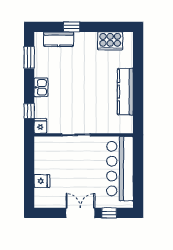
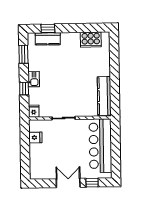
window: (72, 27) -> (48, 28), moved
kitchen counter: (125, 92) -> (104, 96), moved
window: (29, 111) -> (24, 89), moved
fridge: (42, 181) -> (35, 137), moved

